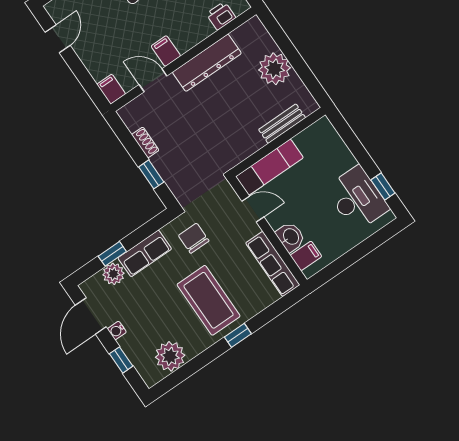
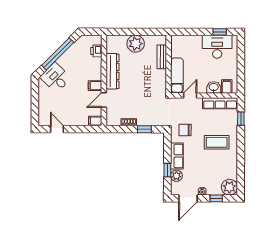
coffee table: (209, 300) -> (217, 142), width x0.73, depth x0.76
door: (91, 316) -> (188, 198), hinge flipped
window: (238, 335) -> (241, 119), moved
plant: (170, 356) -> (229, 187), moved

